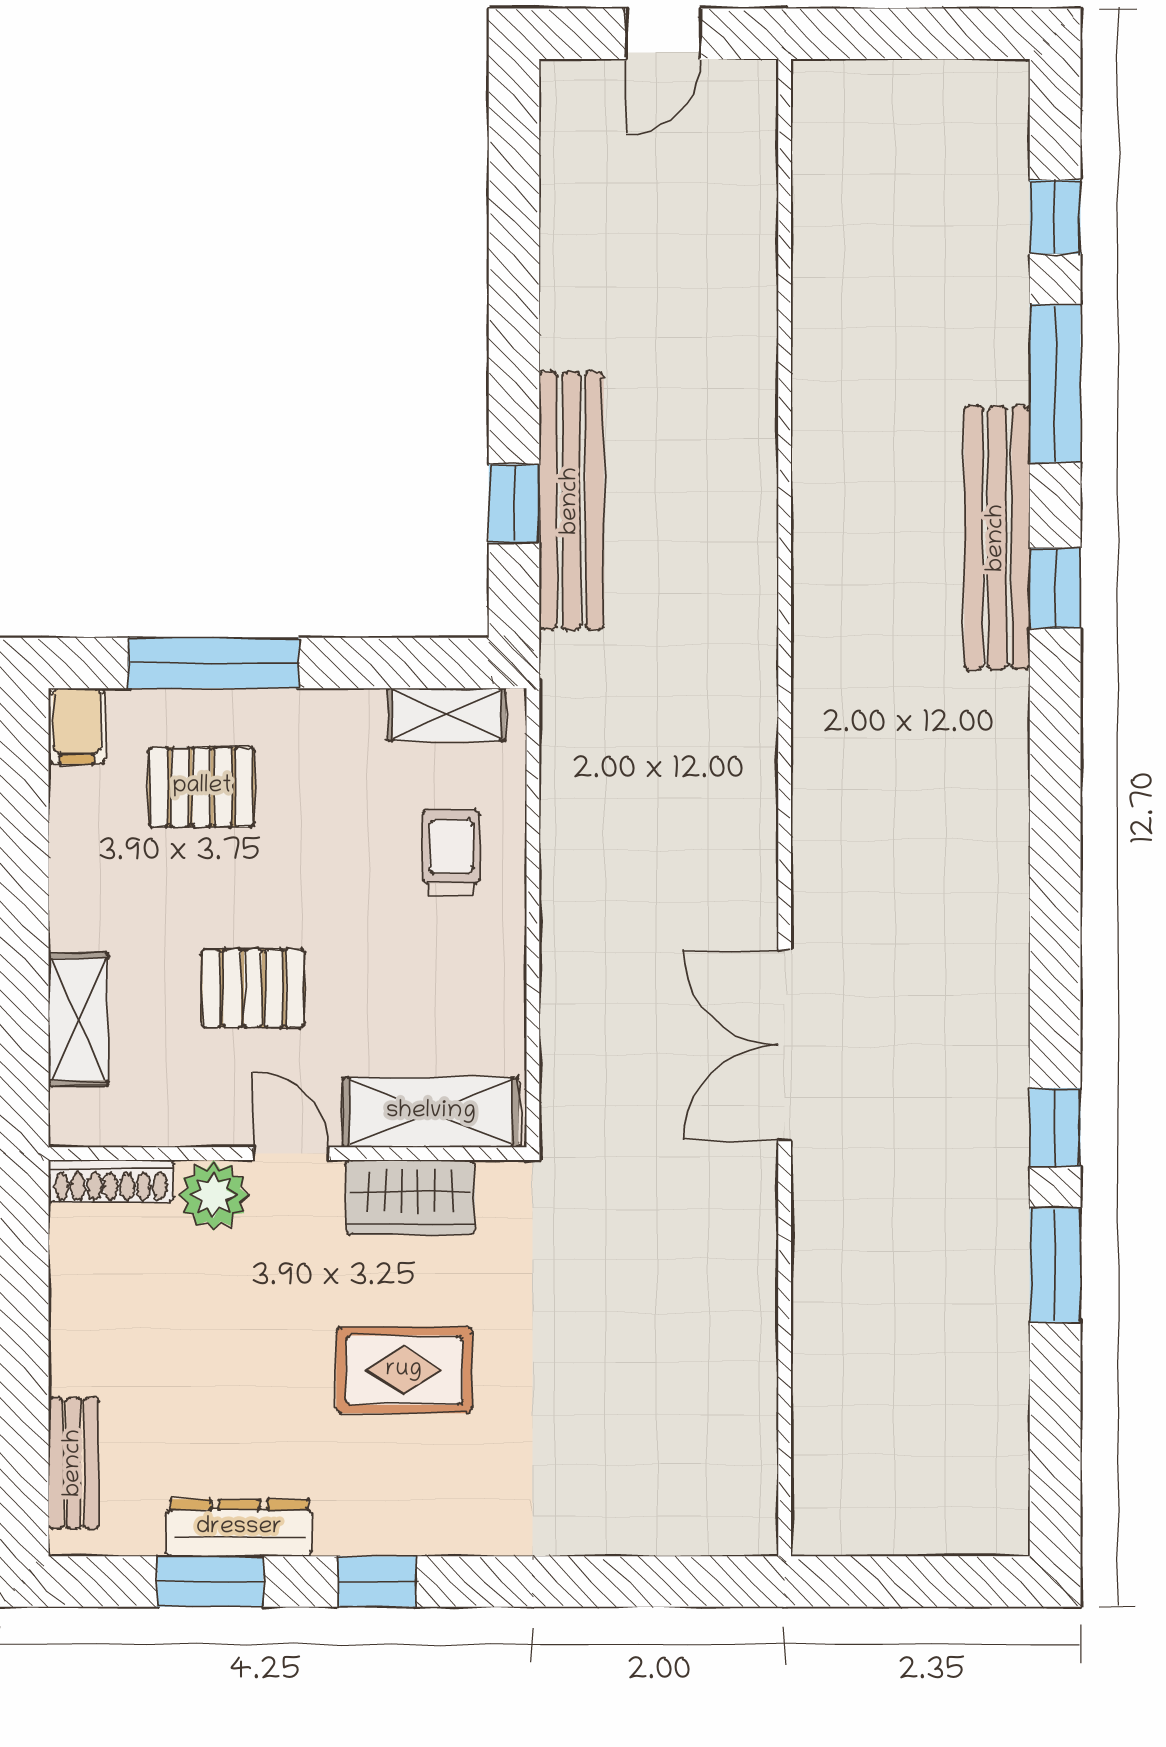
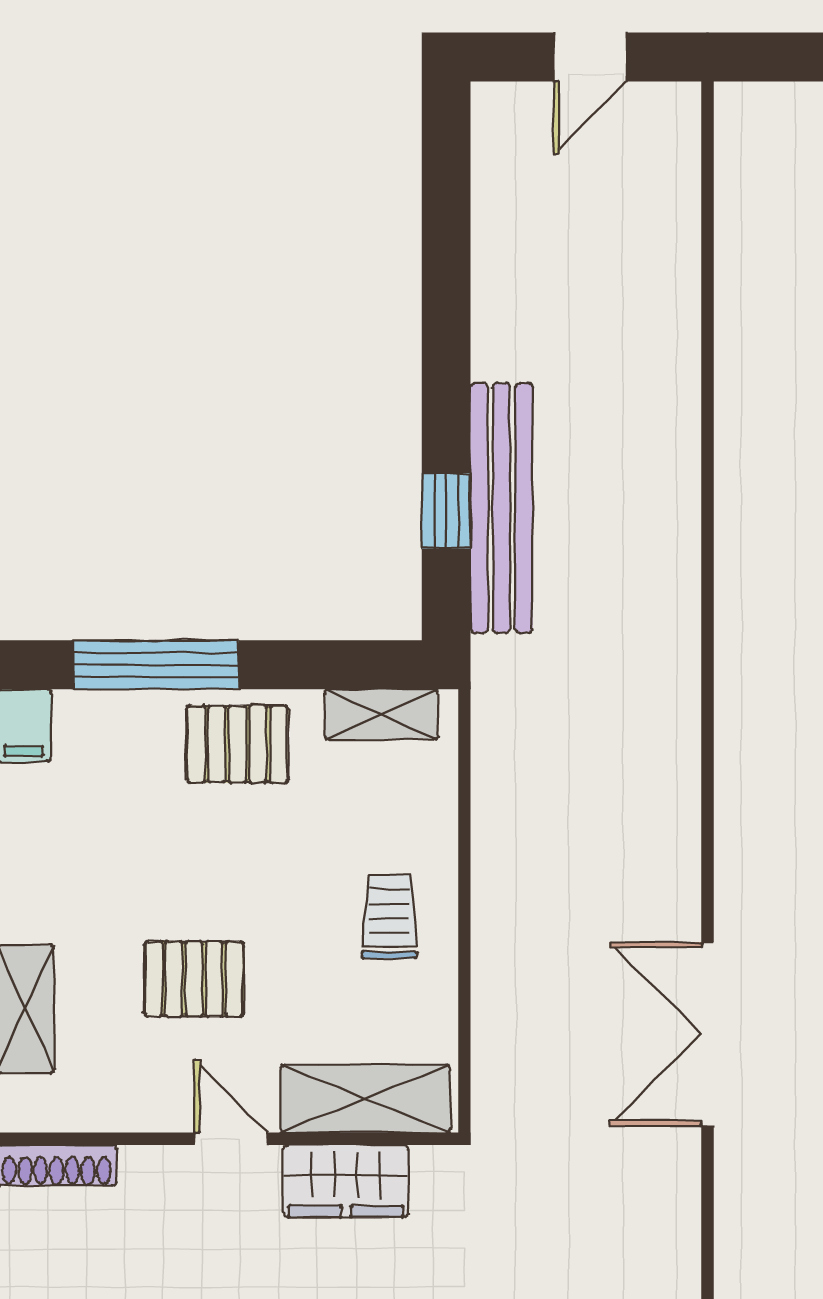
pallet: (202, 787) -> (237, 744), moved
trolley: (451, 852) -> (389, 917), moved
plant: (214, 1195) -> (156, 1179), removed

